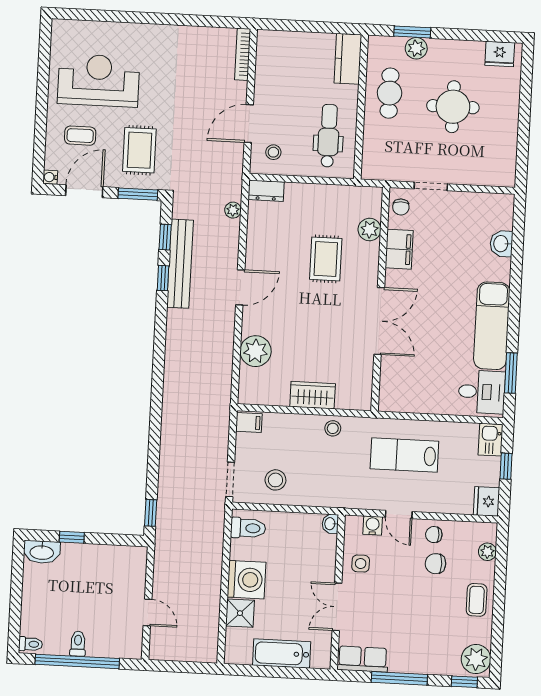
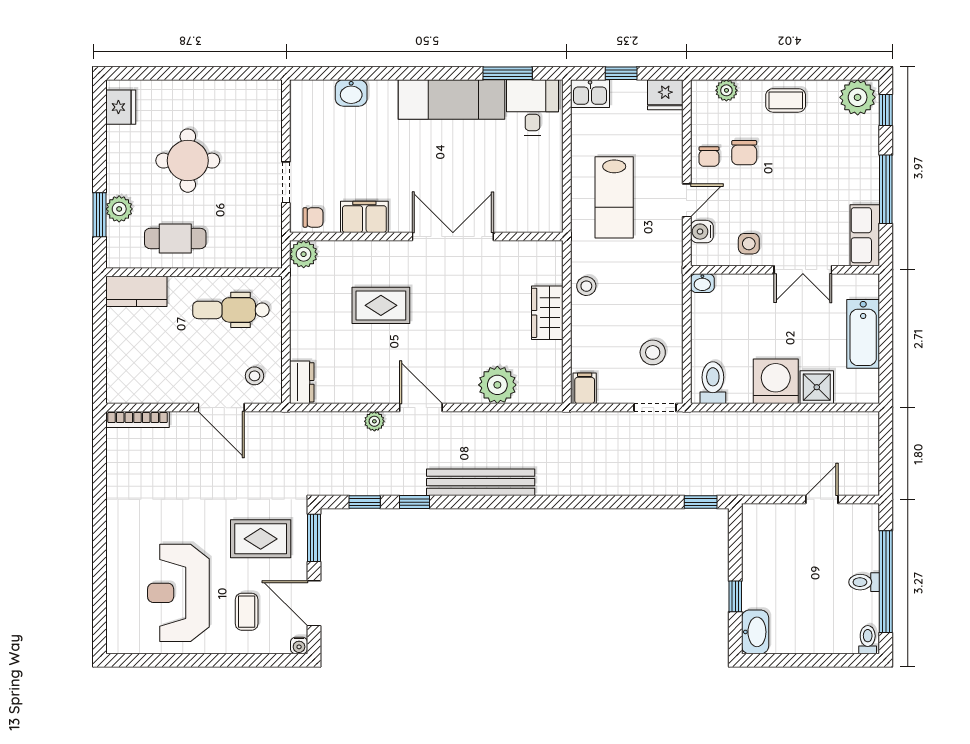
plant: (233, 210) -> (374, 421), moved
plant: (369, 230) -> (304, 254), moved
bench: (180, 264) -> (481, 482), moved

